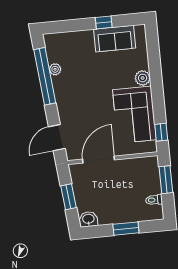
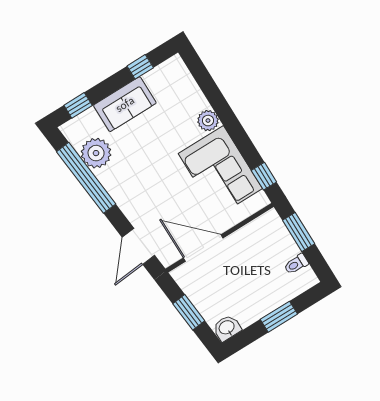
window: (104, 22) -> (140, 67), moved
window: (63, 26) -> (78, 105), added
sofa: (115, 39) -> (125, 104), moved
plant: (55, 69) -> (96, 153), width x1.88, depth x1.88
door: (99, 160) -> (203, 248), hinge flipped

